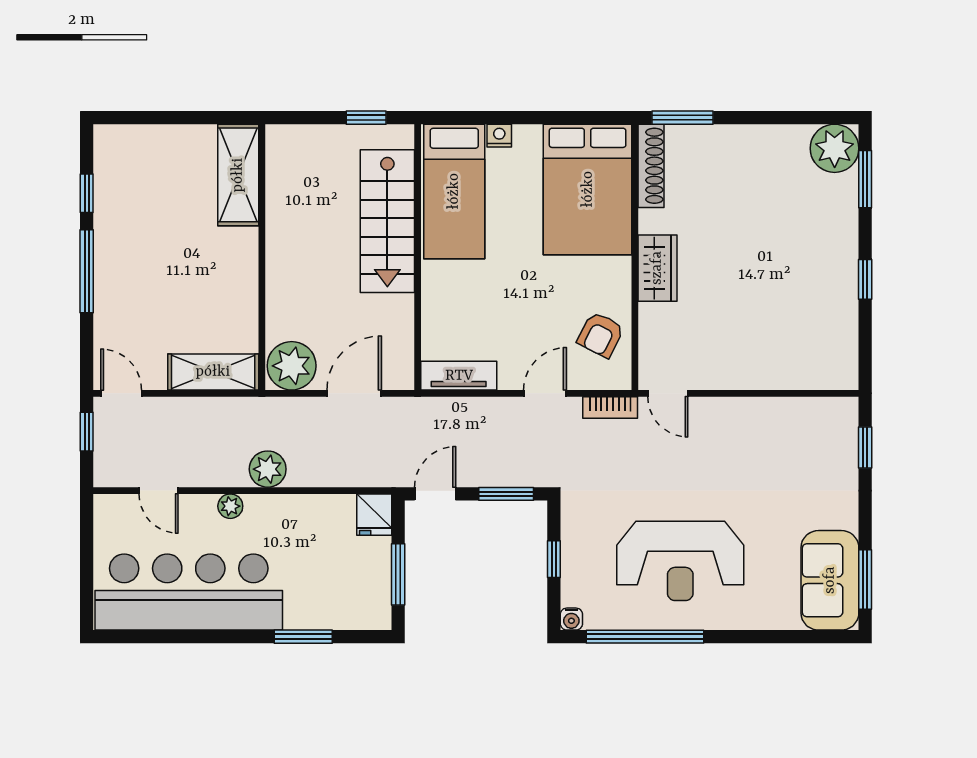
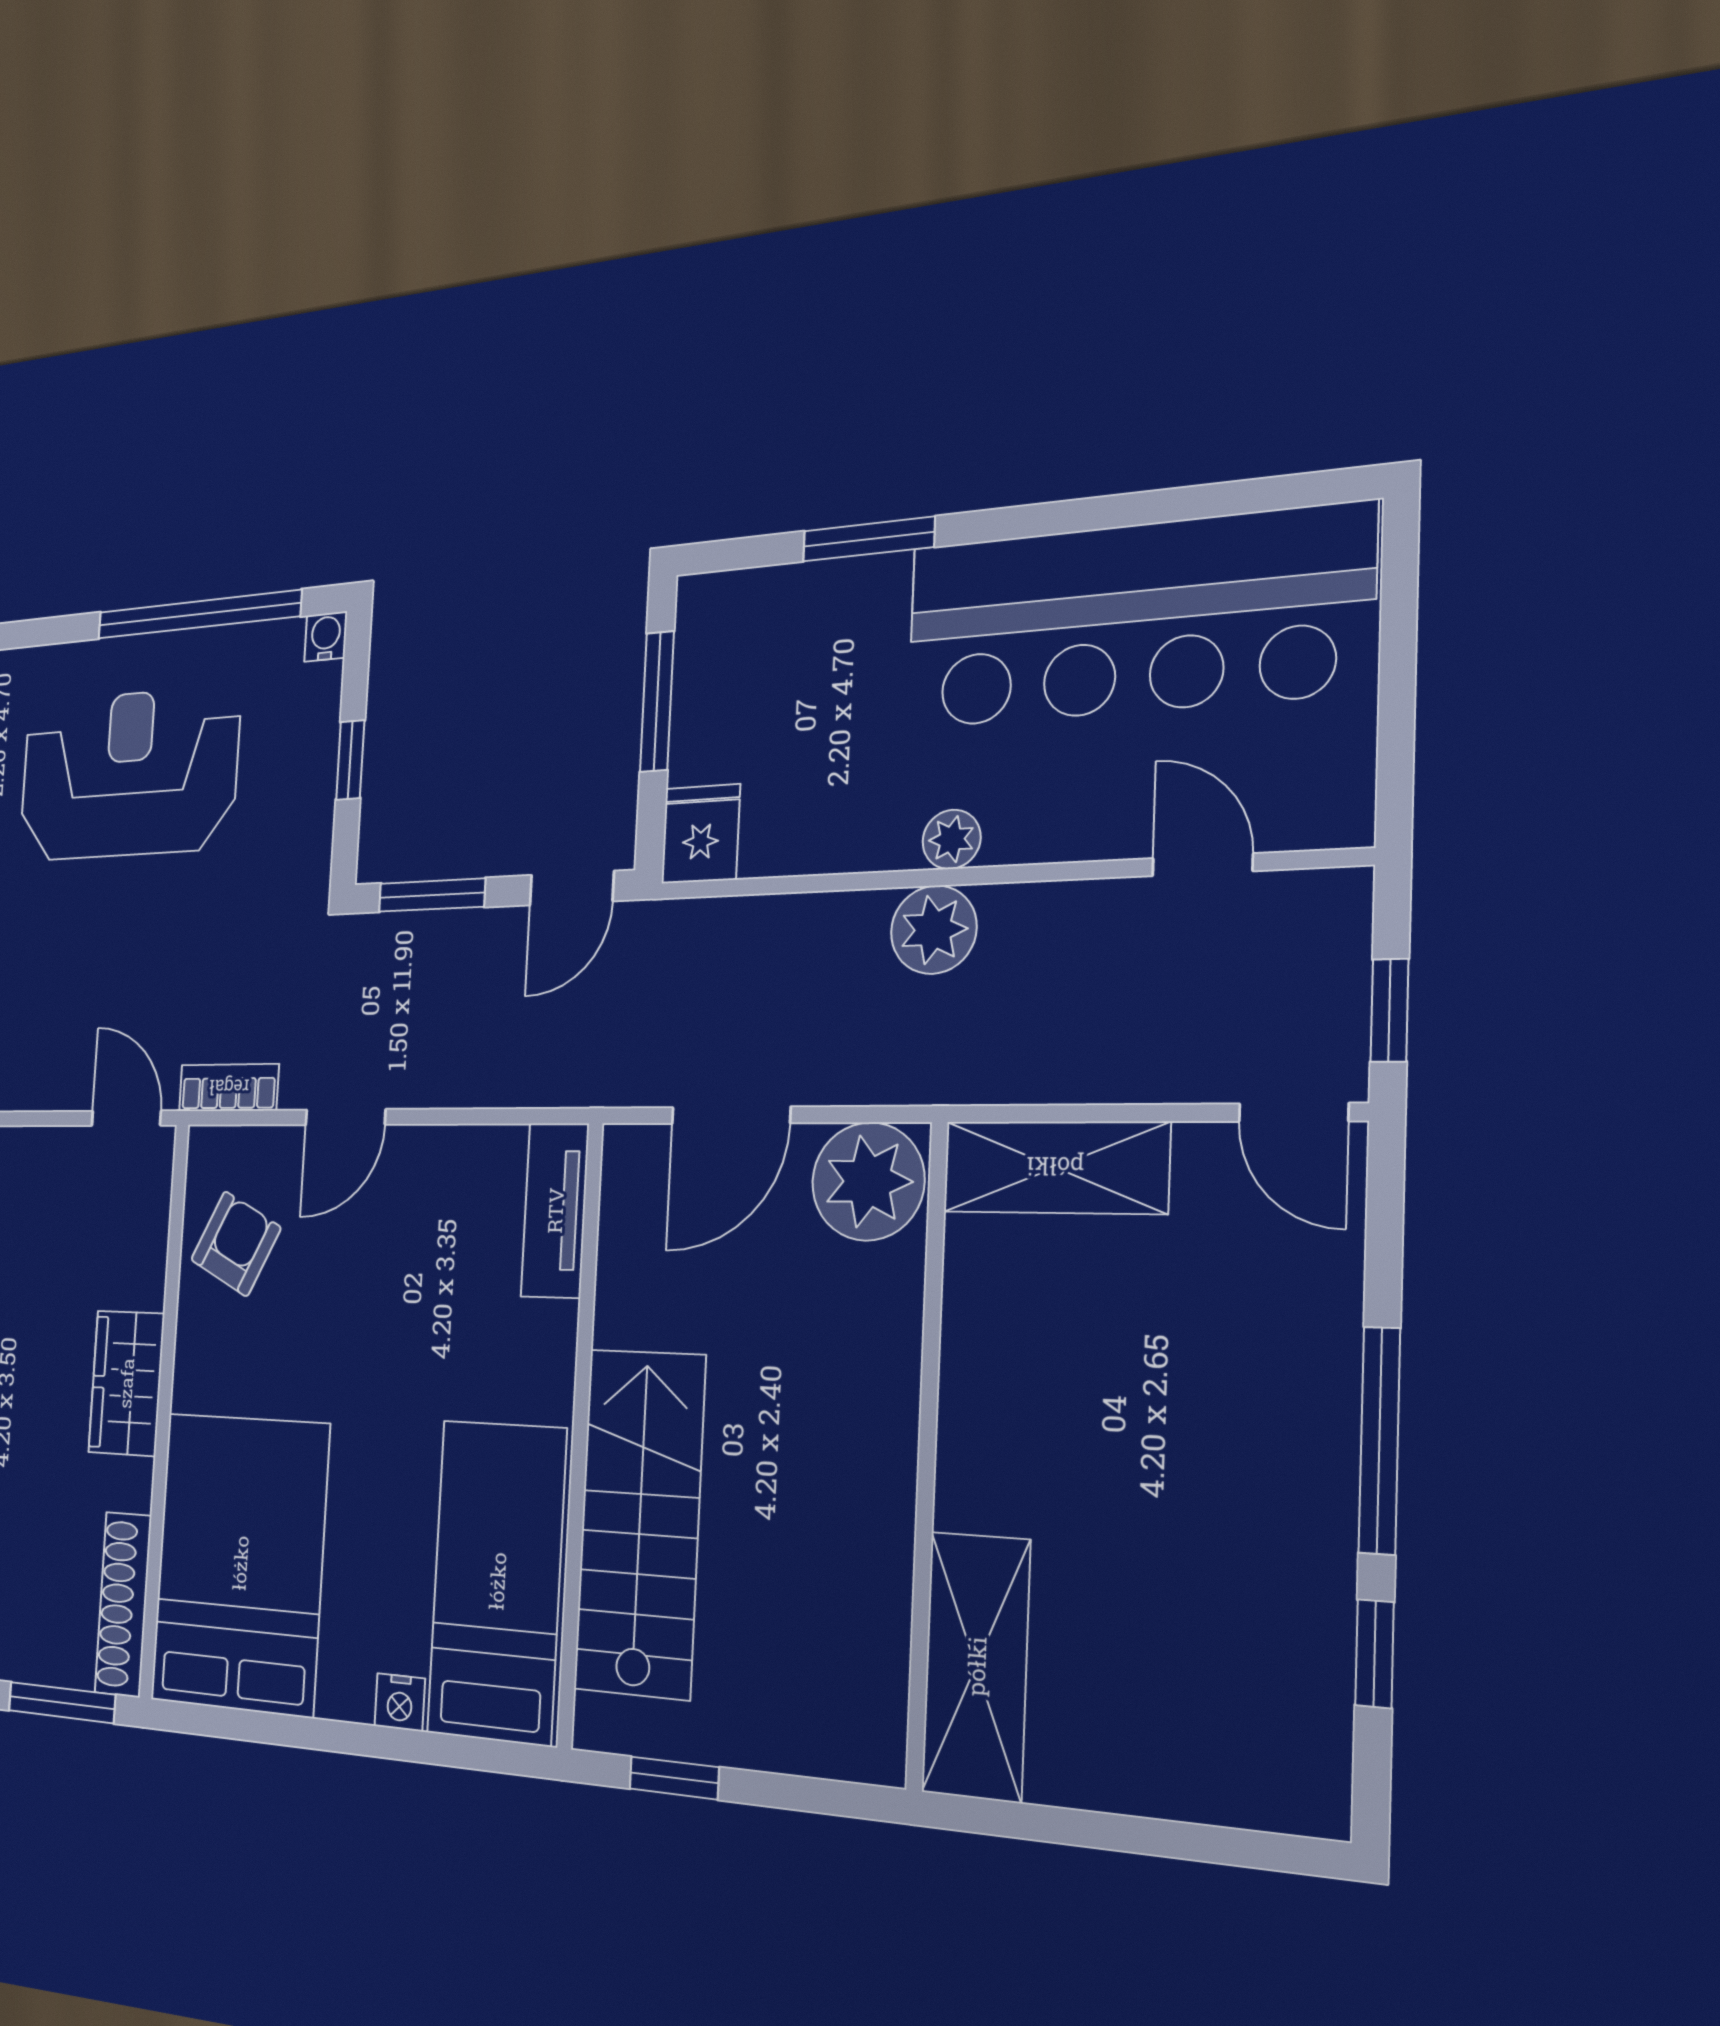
tv unit: (459, 376) -> (555, 1210), moved, turned 90
plant: (230, 506) -> (952, 839), moved

